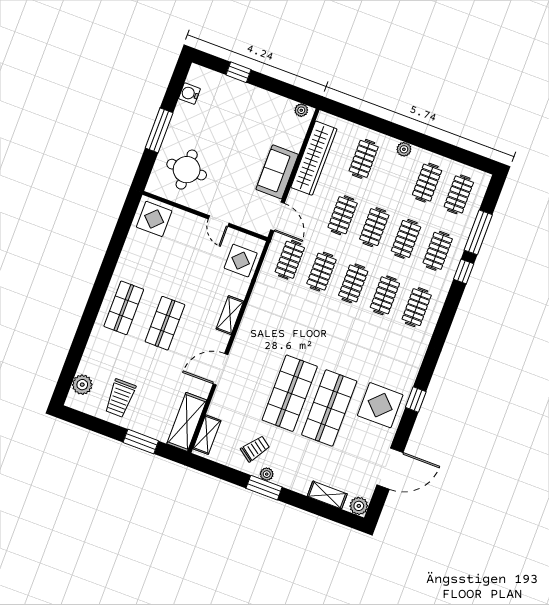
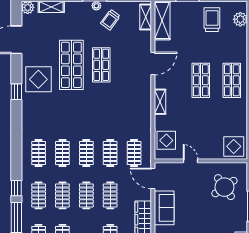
round table: (187, 170) -> (224, 187), turned -35
shop shelf: (290, 393) -> (101, 65), width x0.70, depth x0.74

